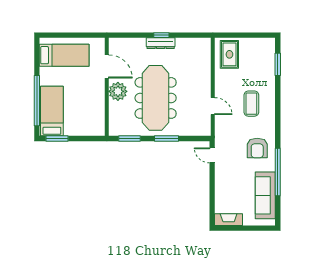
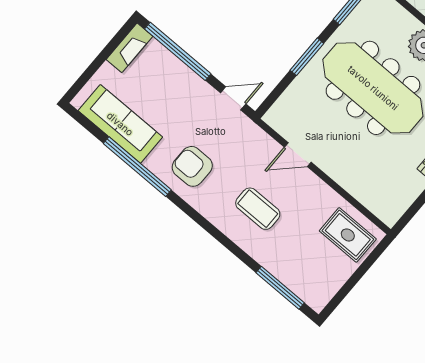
window: (278, 64) -> (280, 288), width x1.44
window: (212, 197) -> (178, 51), added

